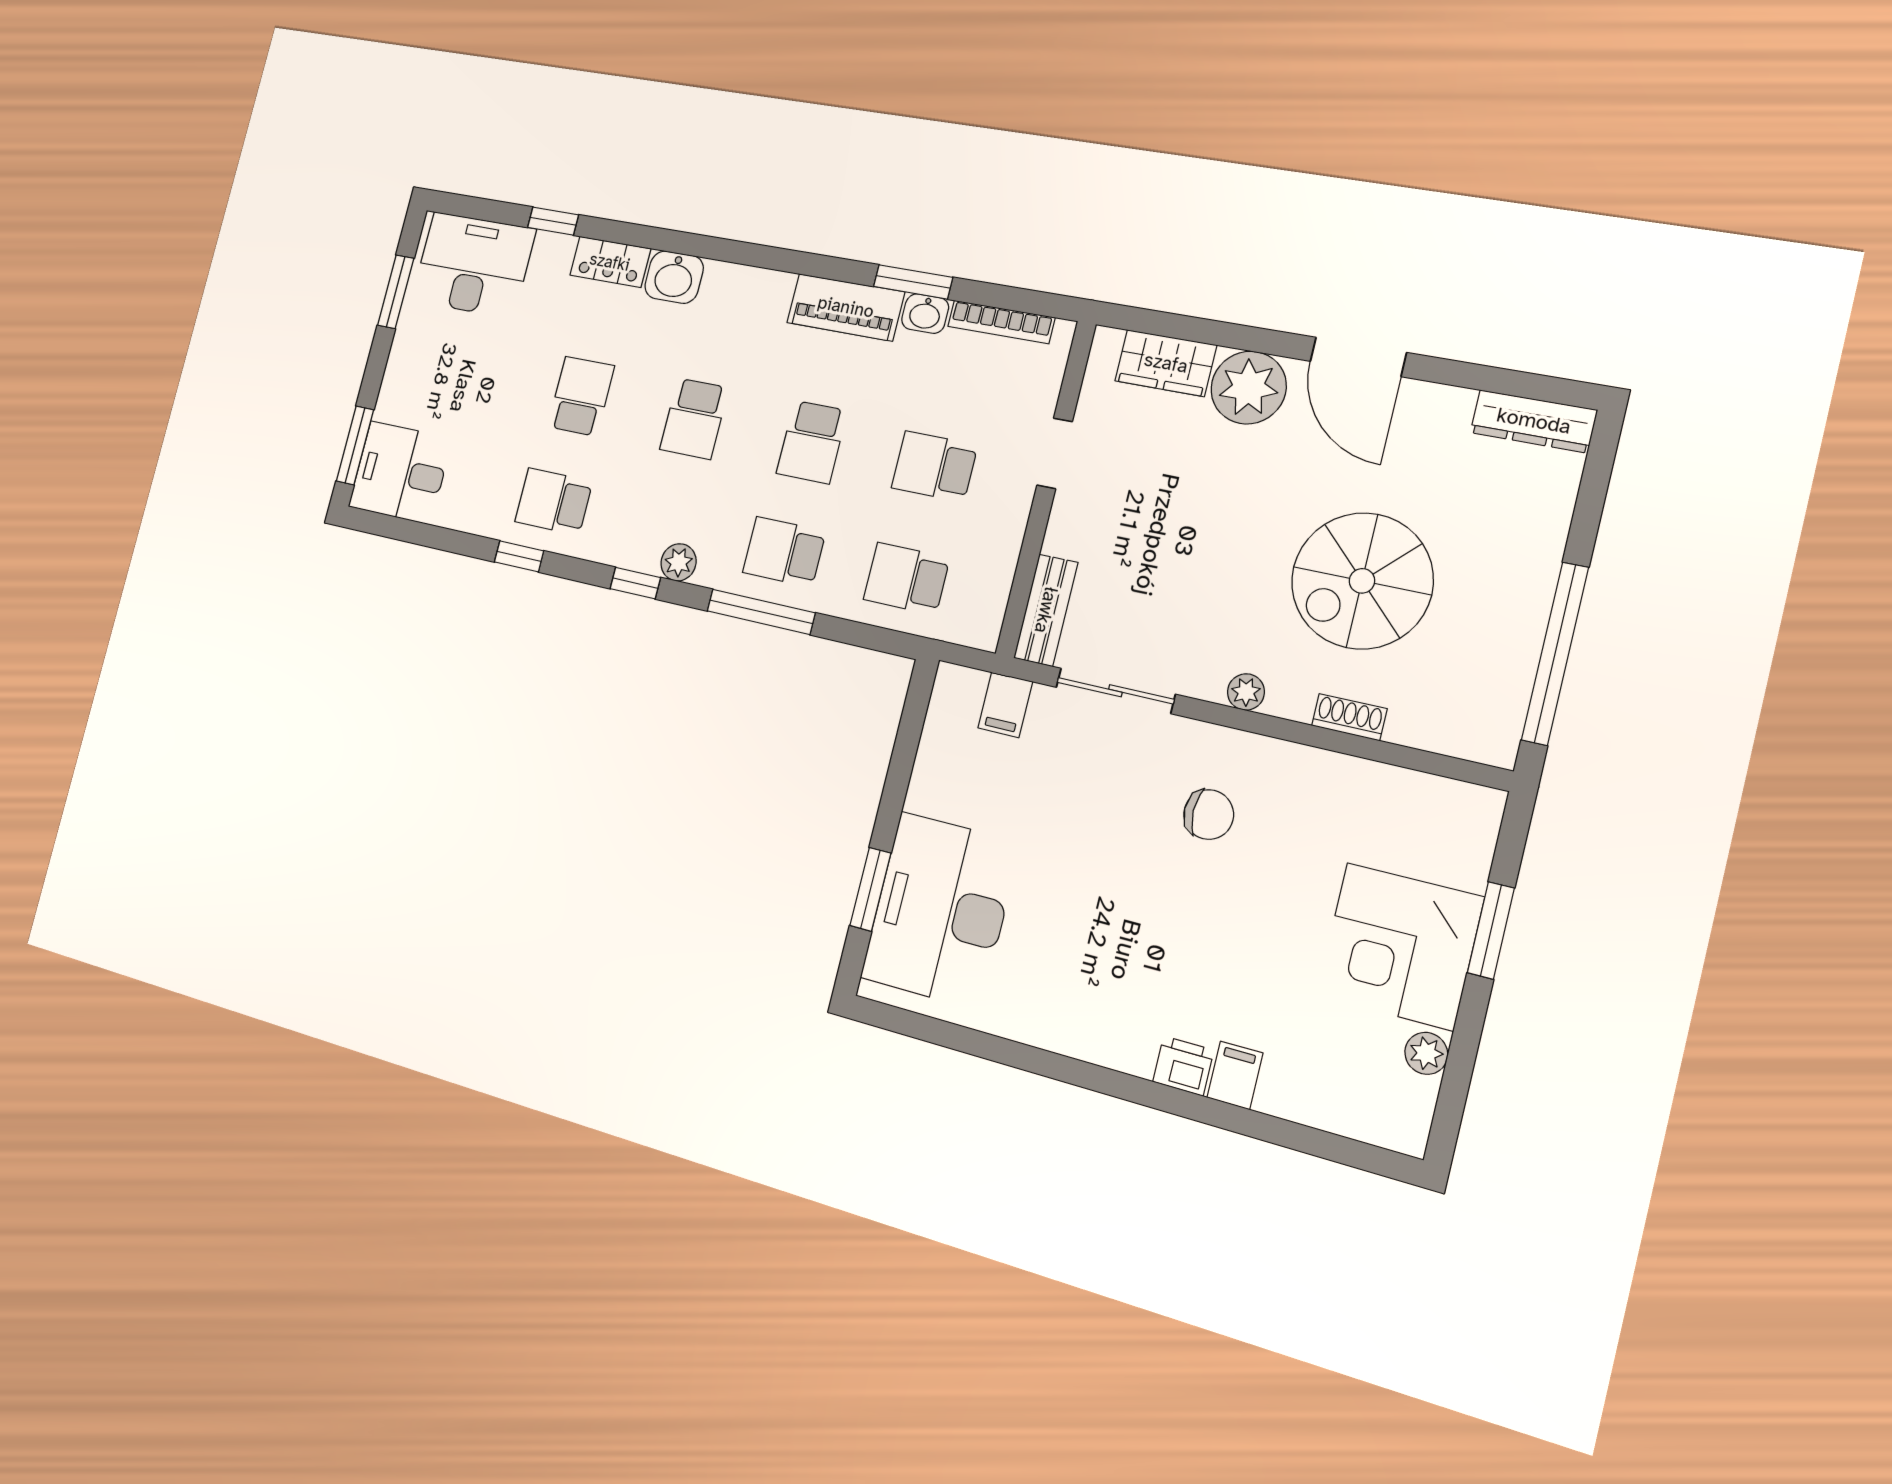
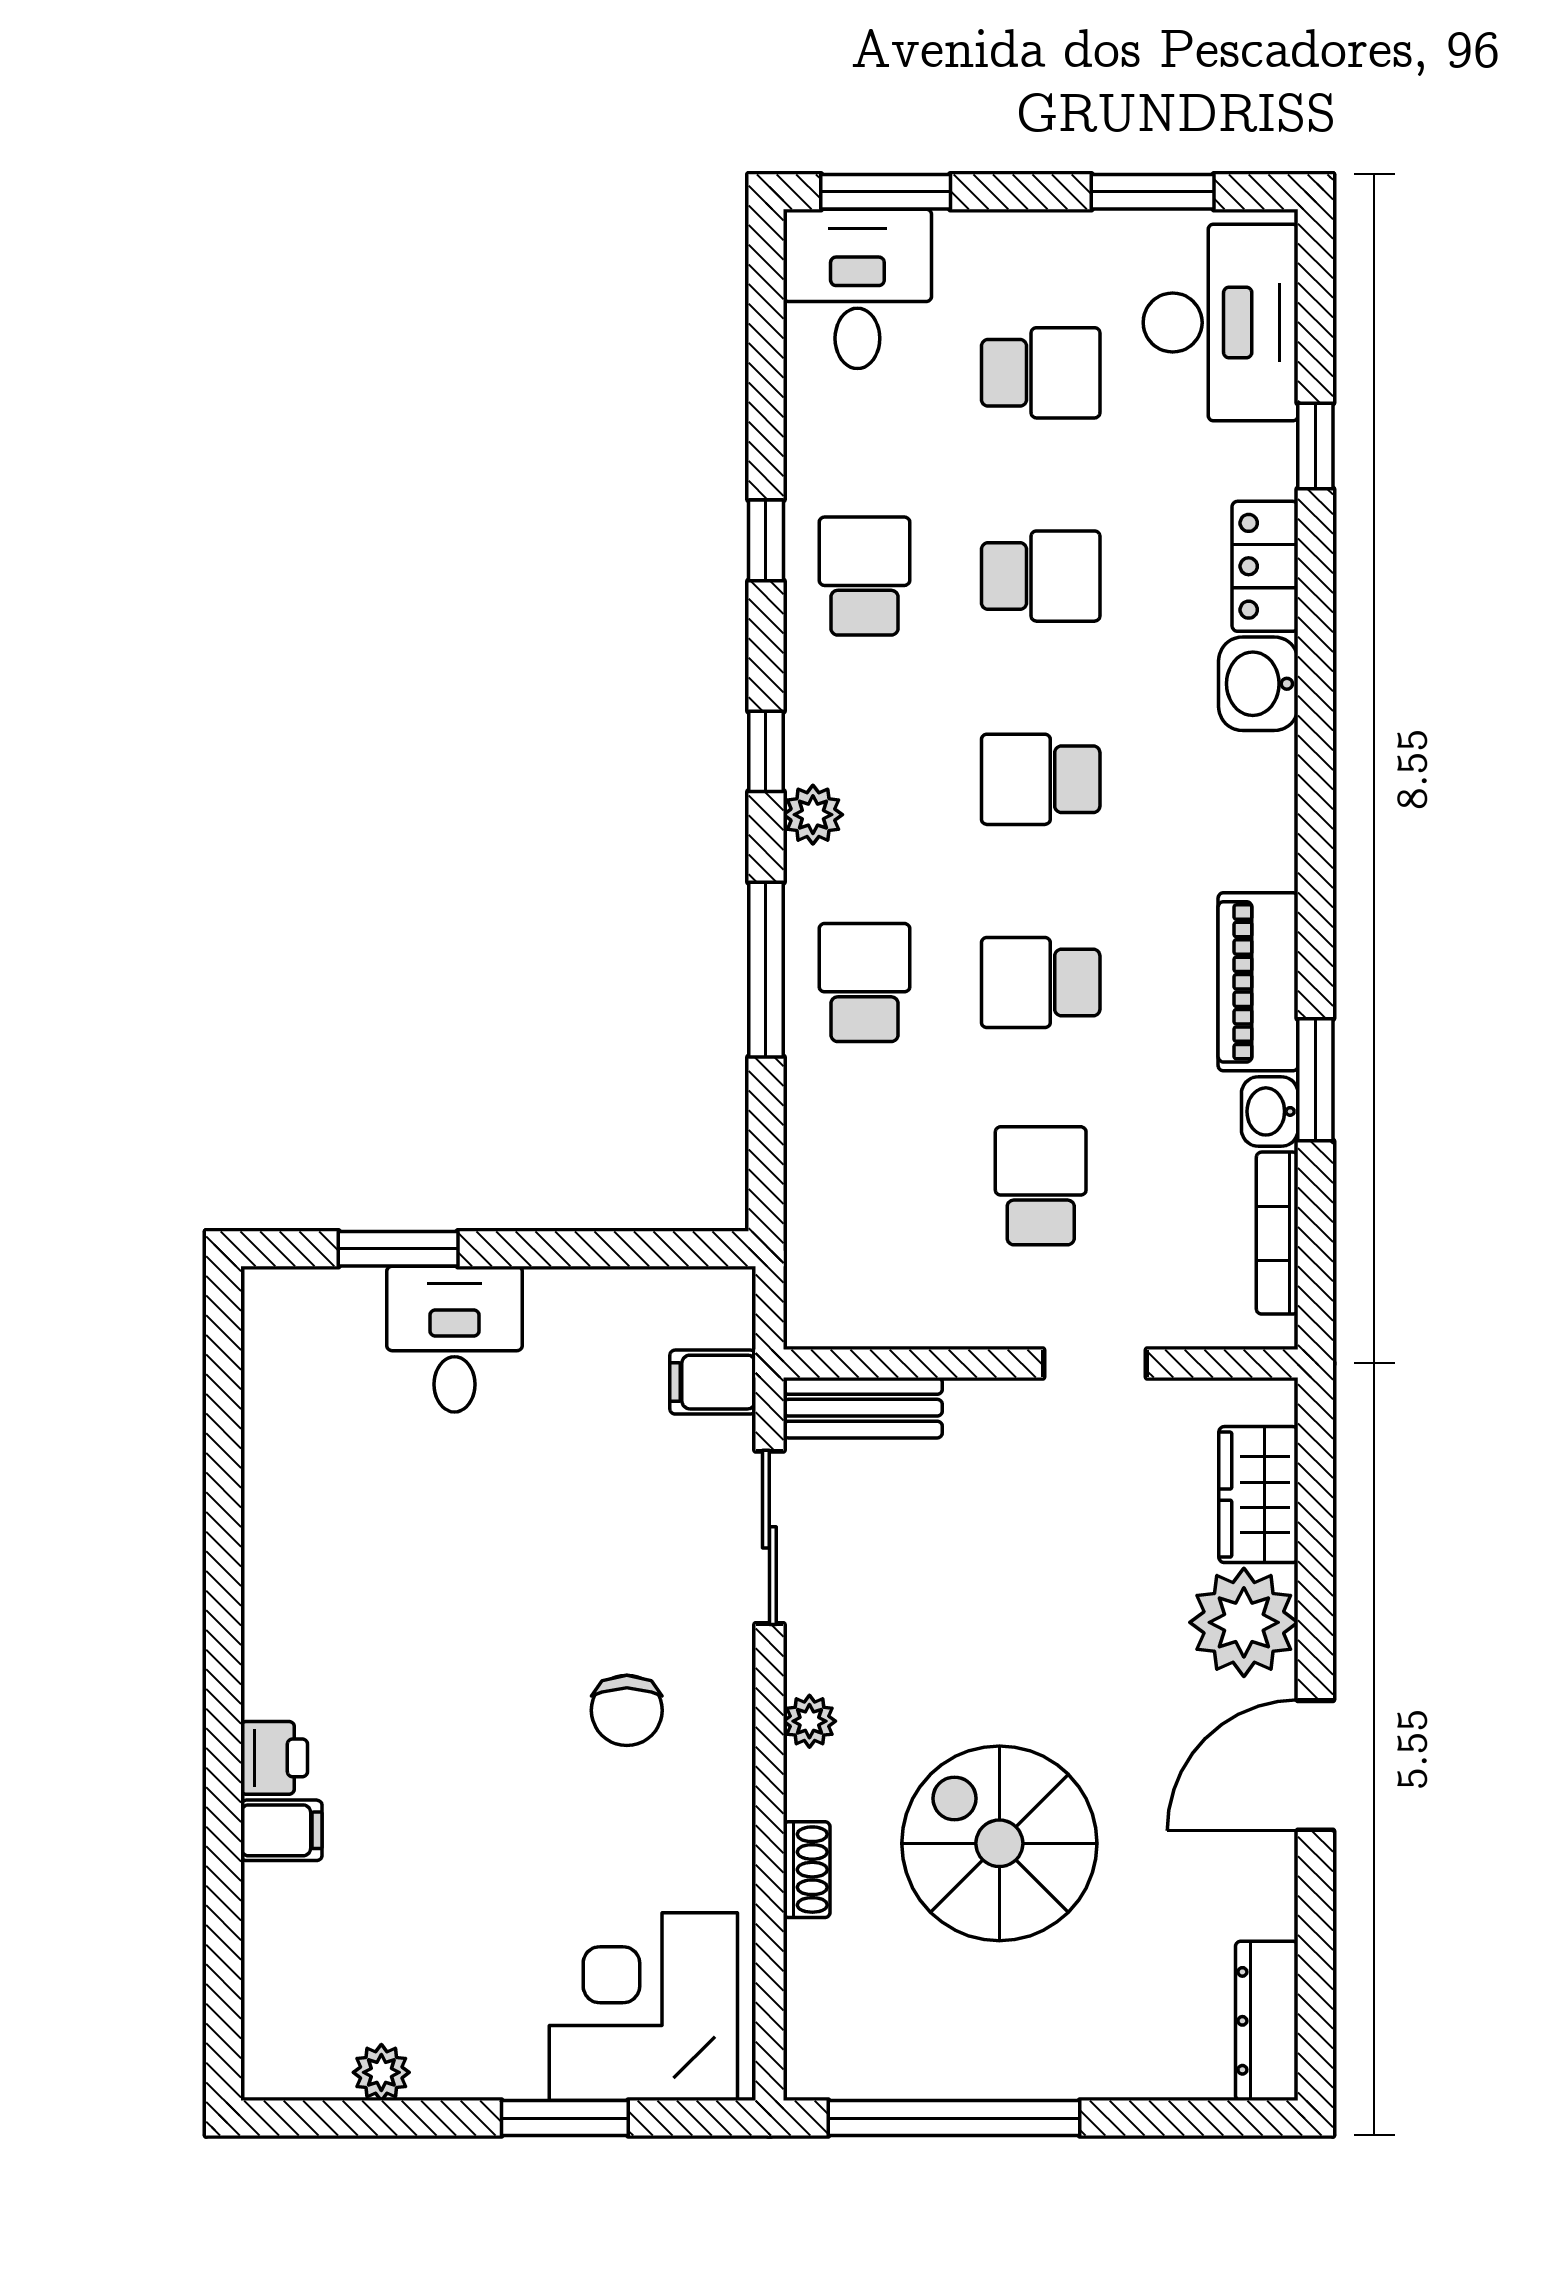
school desk: (907, 579) -> (1041, 373), moved, turned 90
desk: (940, 910) -> (455, 1339), width x0.53, depth x0.77
corner desk: (1400, 946) -> (643, 2007), moved

